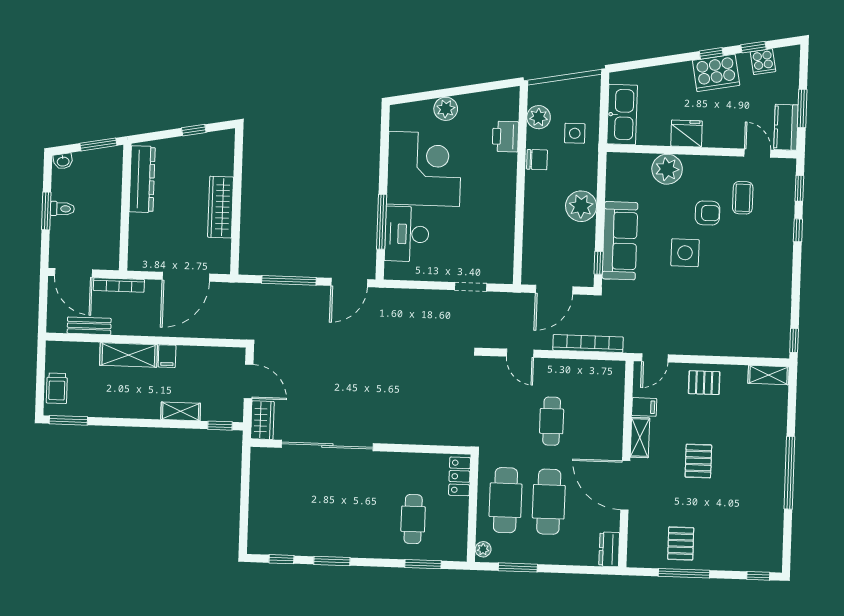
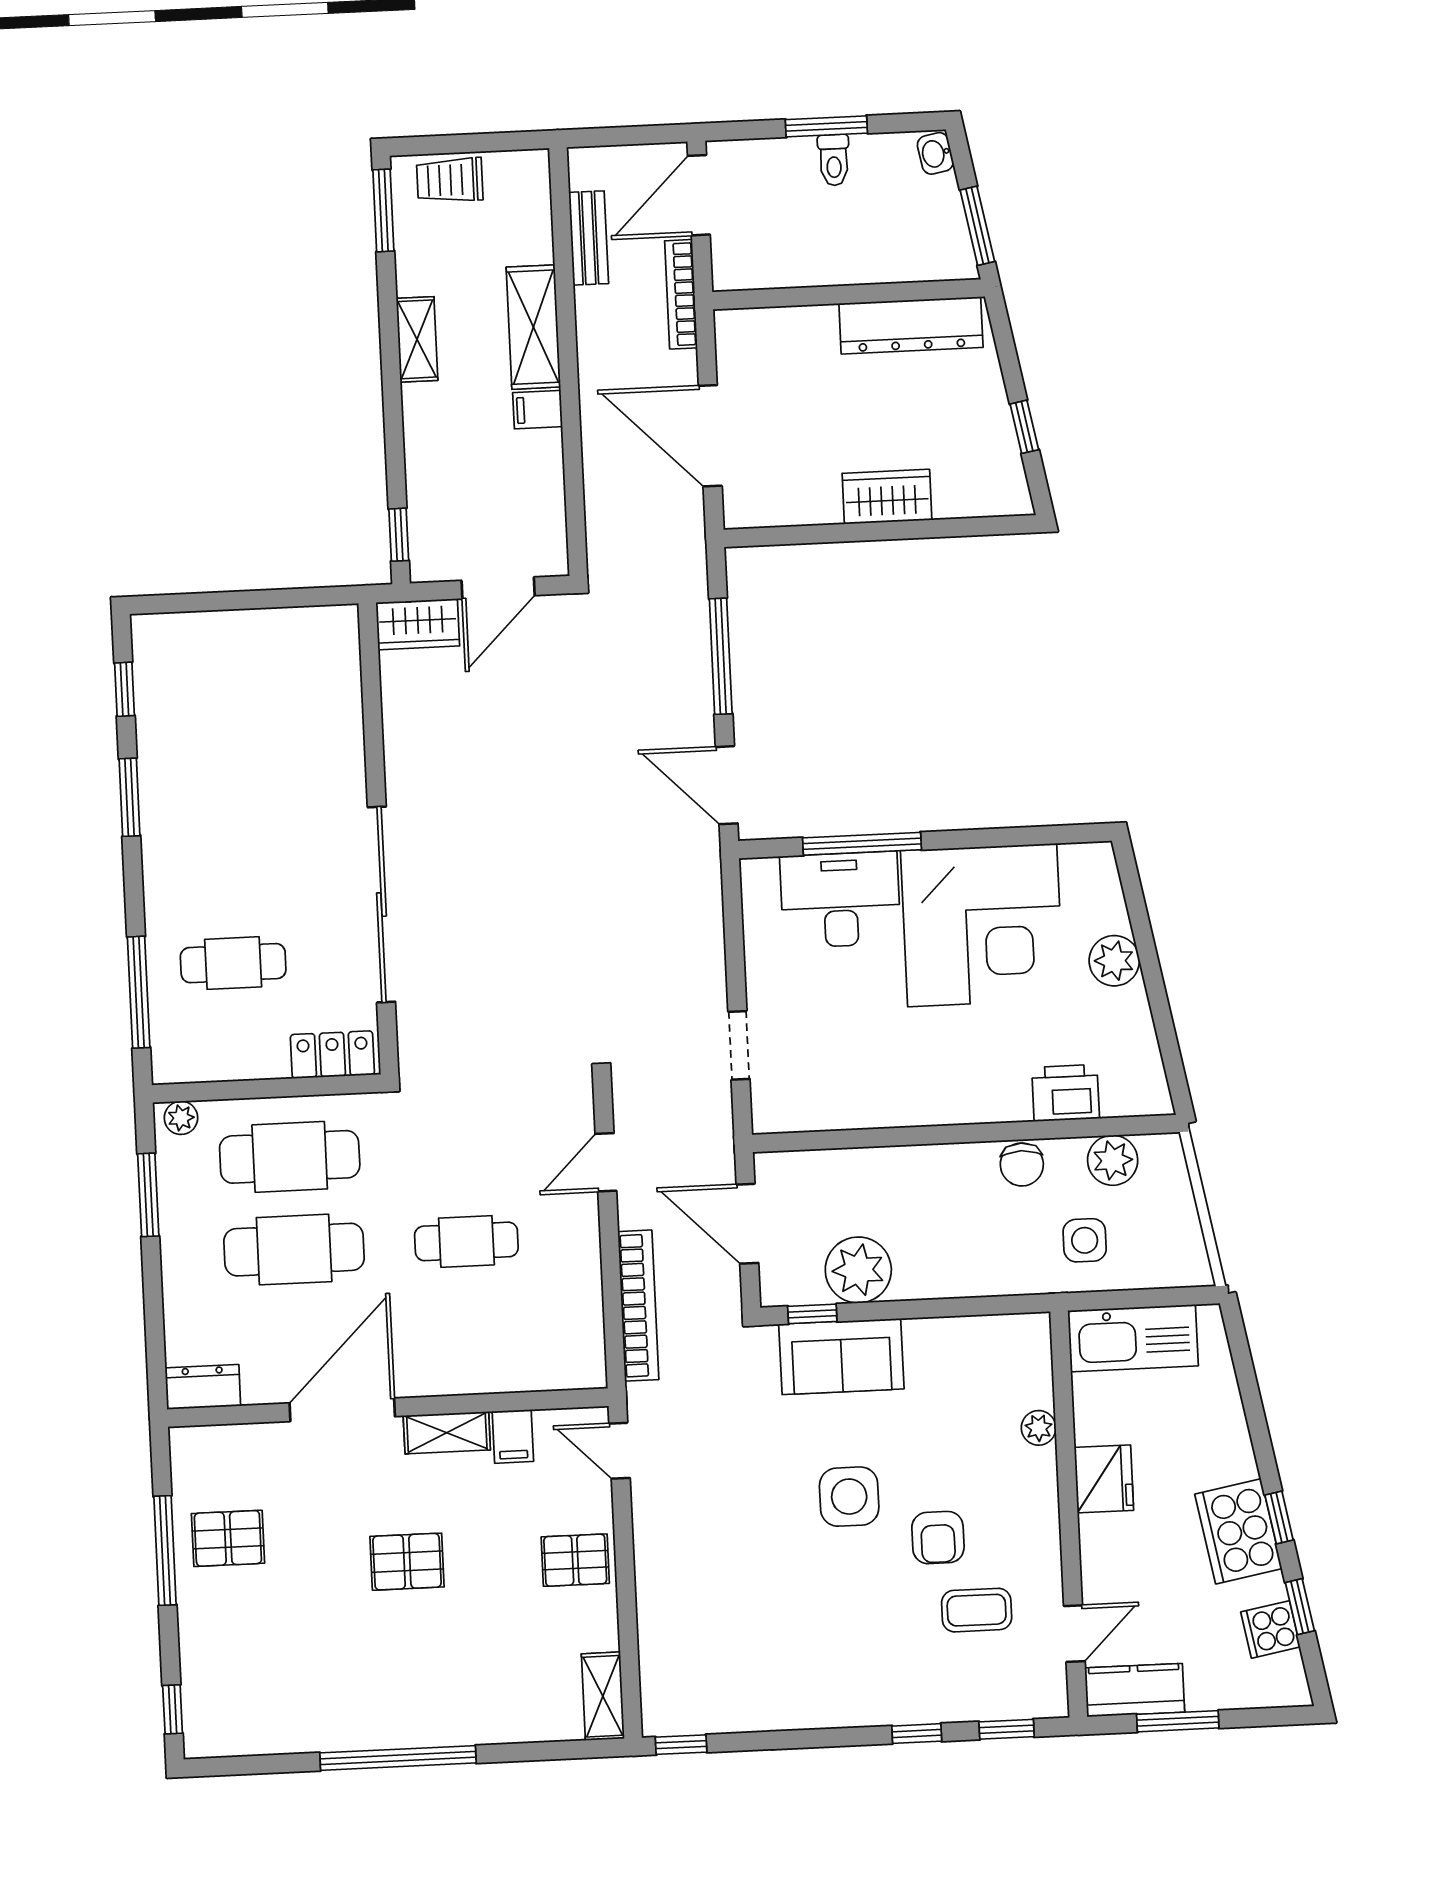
plant: (667, 169) -> (1039, 1428), width x0.53, depth x0.53
plant: (581, 206) -> (858, 1270), moved
wardrobe: (221, 207) -> (887, 497), width x0.67
sofa: (620, 241) -> (841, 1357), width x0.73
pallet: (704, 383) -> (575, 1560), turned 90
shelving: (181, 411) -> (417, 339), moved
sliding door: (327, 446) -> (381, 905), moved
window: (423, 564) -> (139, 992), width x1.44

